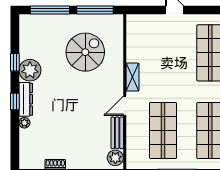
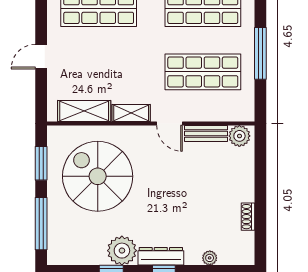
window: (95, 10) -> (41, 163), width x0.69
shelving: (134, 42) -> (84, 111), added
spiral stairs: (85, 52) -> (98, 176), width x1.37, depth x1.37
plant: (24, 123) -> (210, 258), moved

